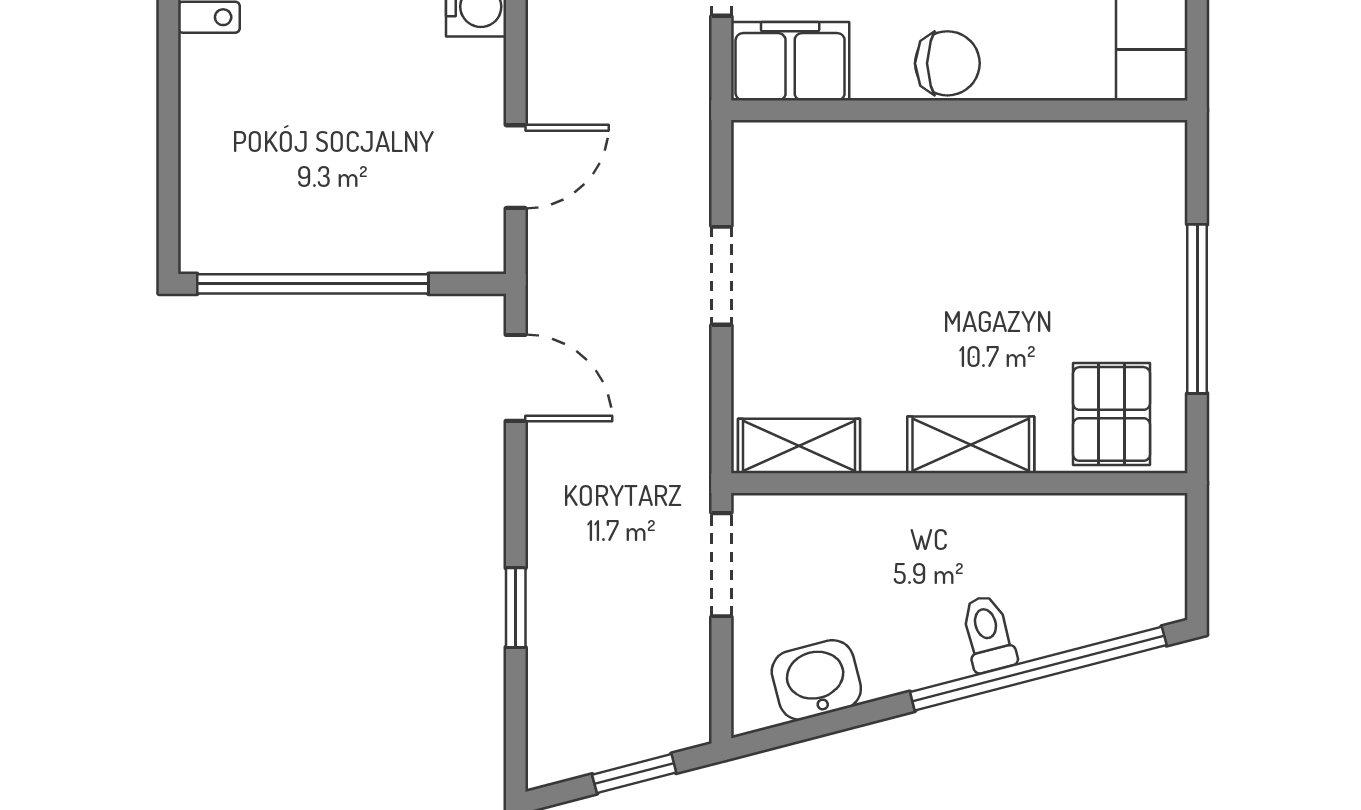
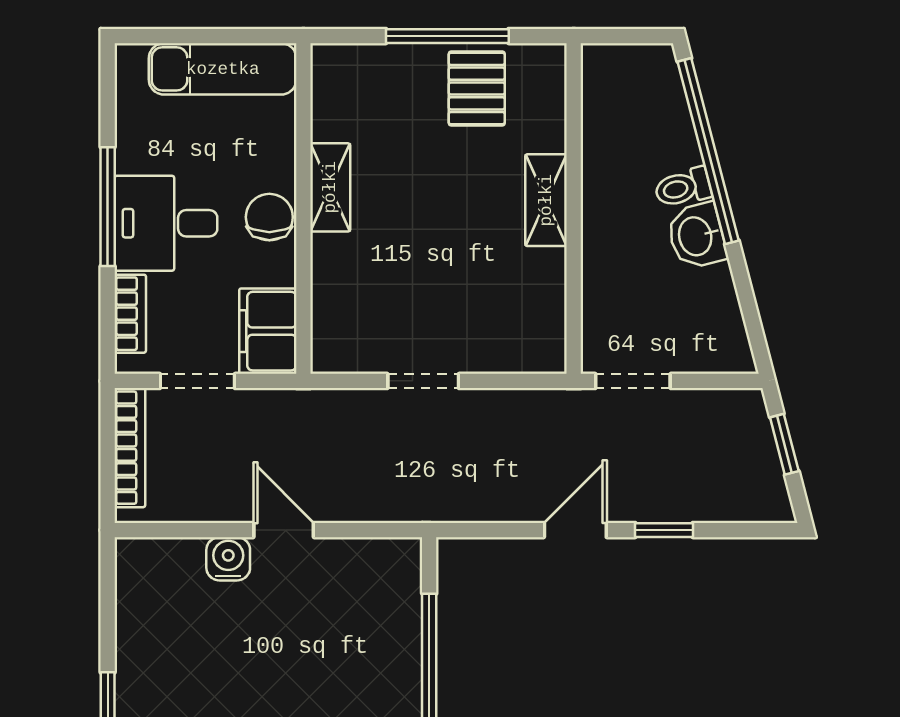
door: (516, 167) -> (284, 530), moved
door: (516, 378) -> (575, 530), moved
pallet: (1112, 414) -> (477, 88), moved, turned 90
shelving: (799, 446) -> (330, 187), moved
washbasin: (816, 680) -> (697, 236), moved

